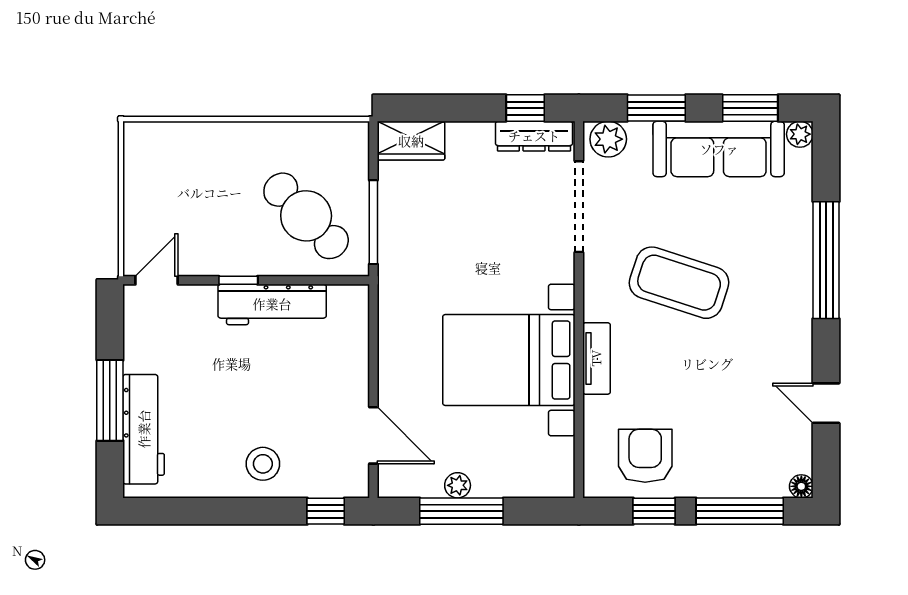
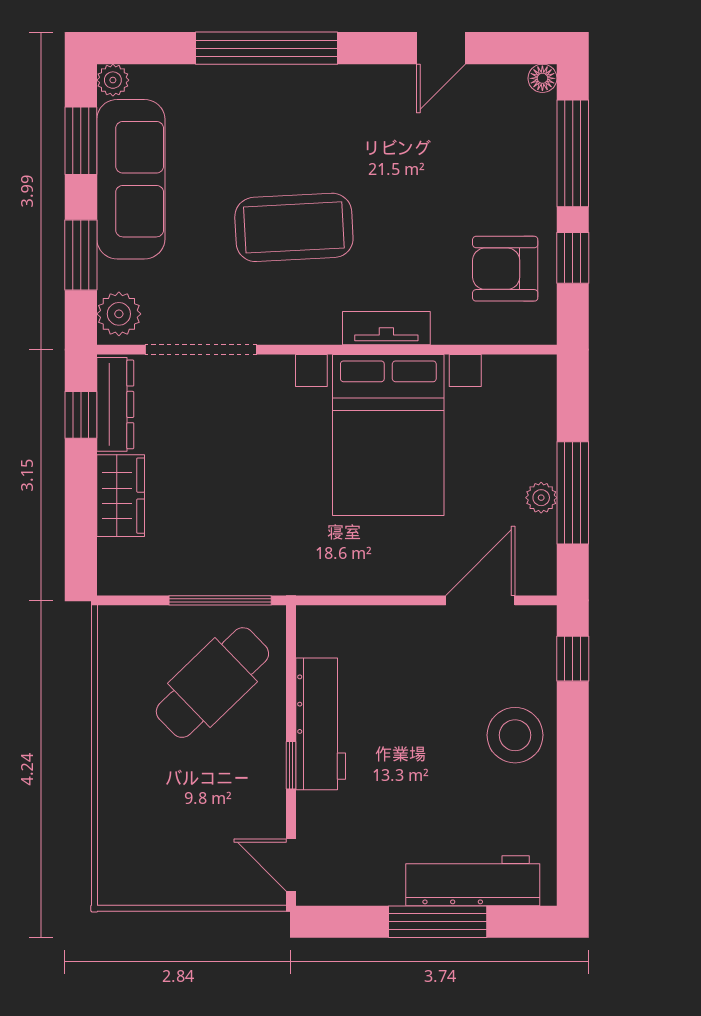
wardrobe: (411, 141) -> (121, 496), moved
coffee table: (679, 283) -> (294, 227), turned 69
stool: (263, 464) -> (515, 735), width x1.38, depth x1.38

